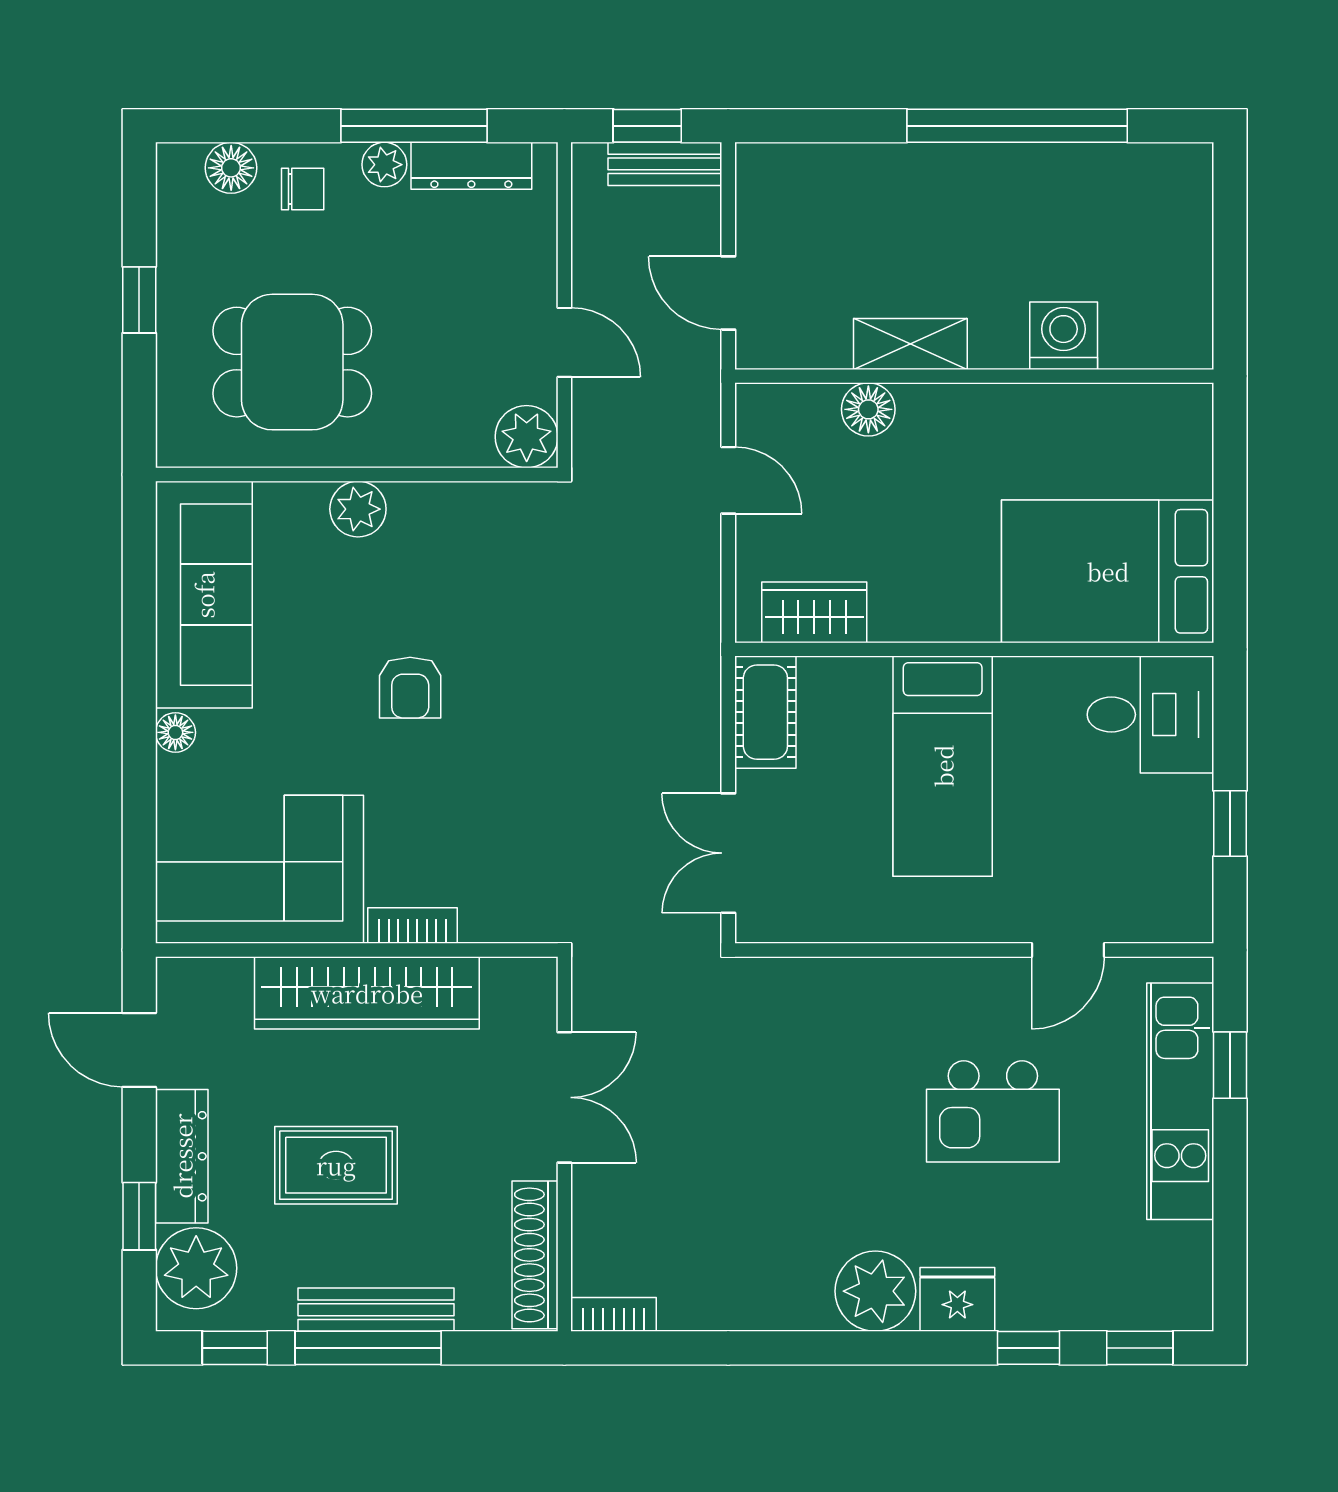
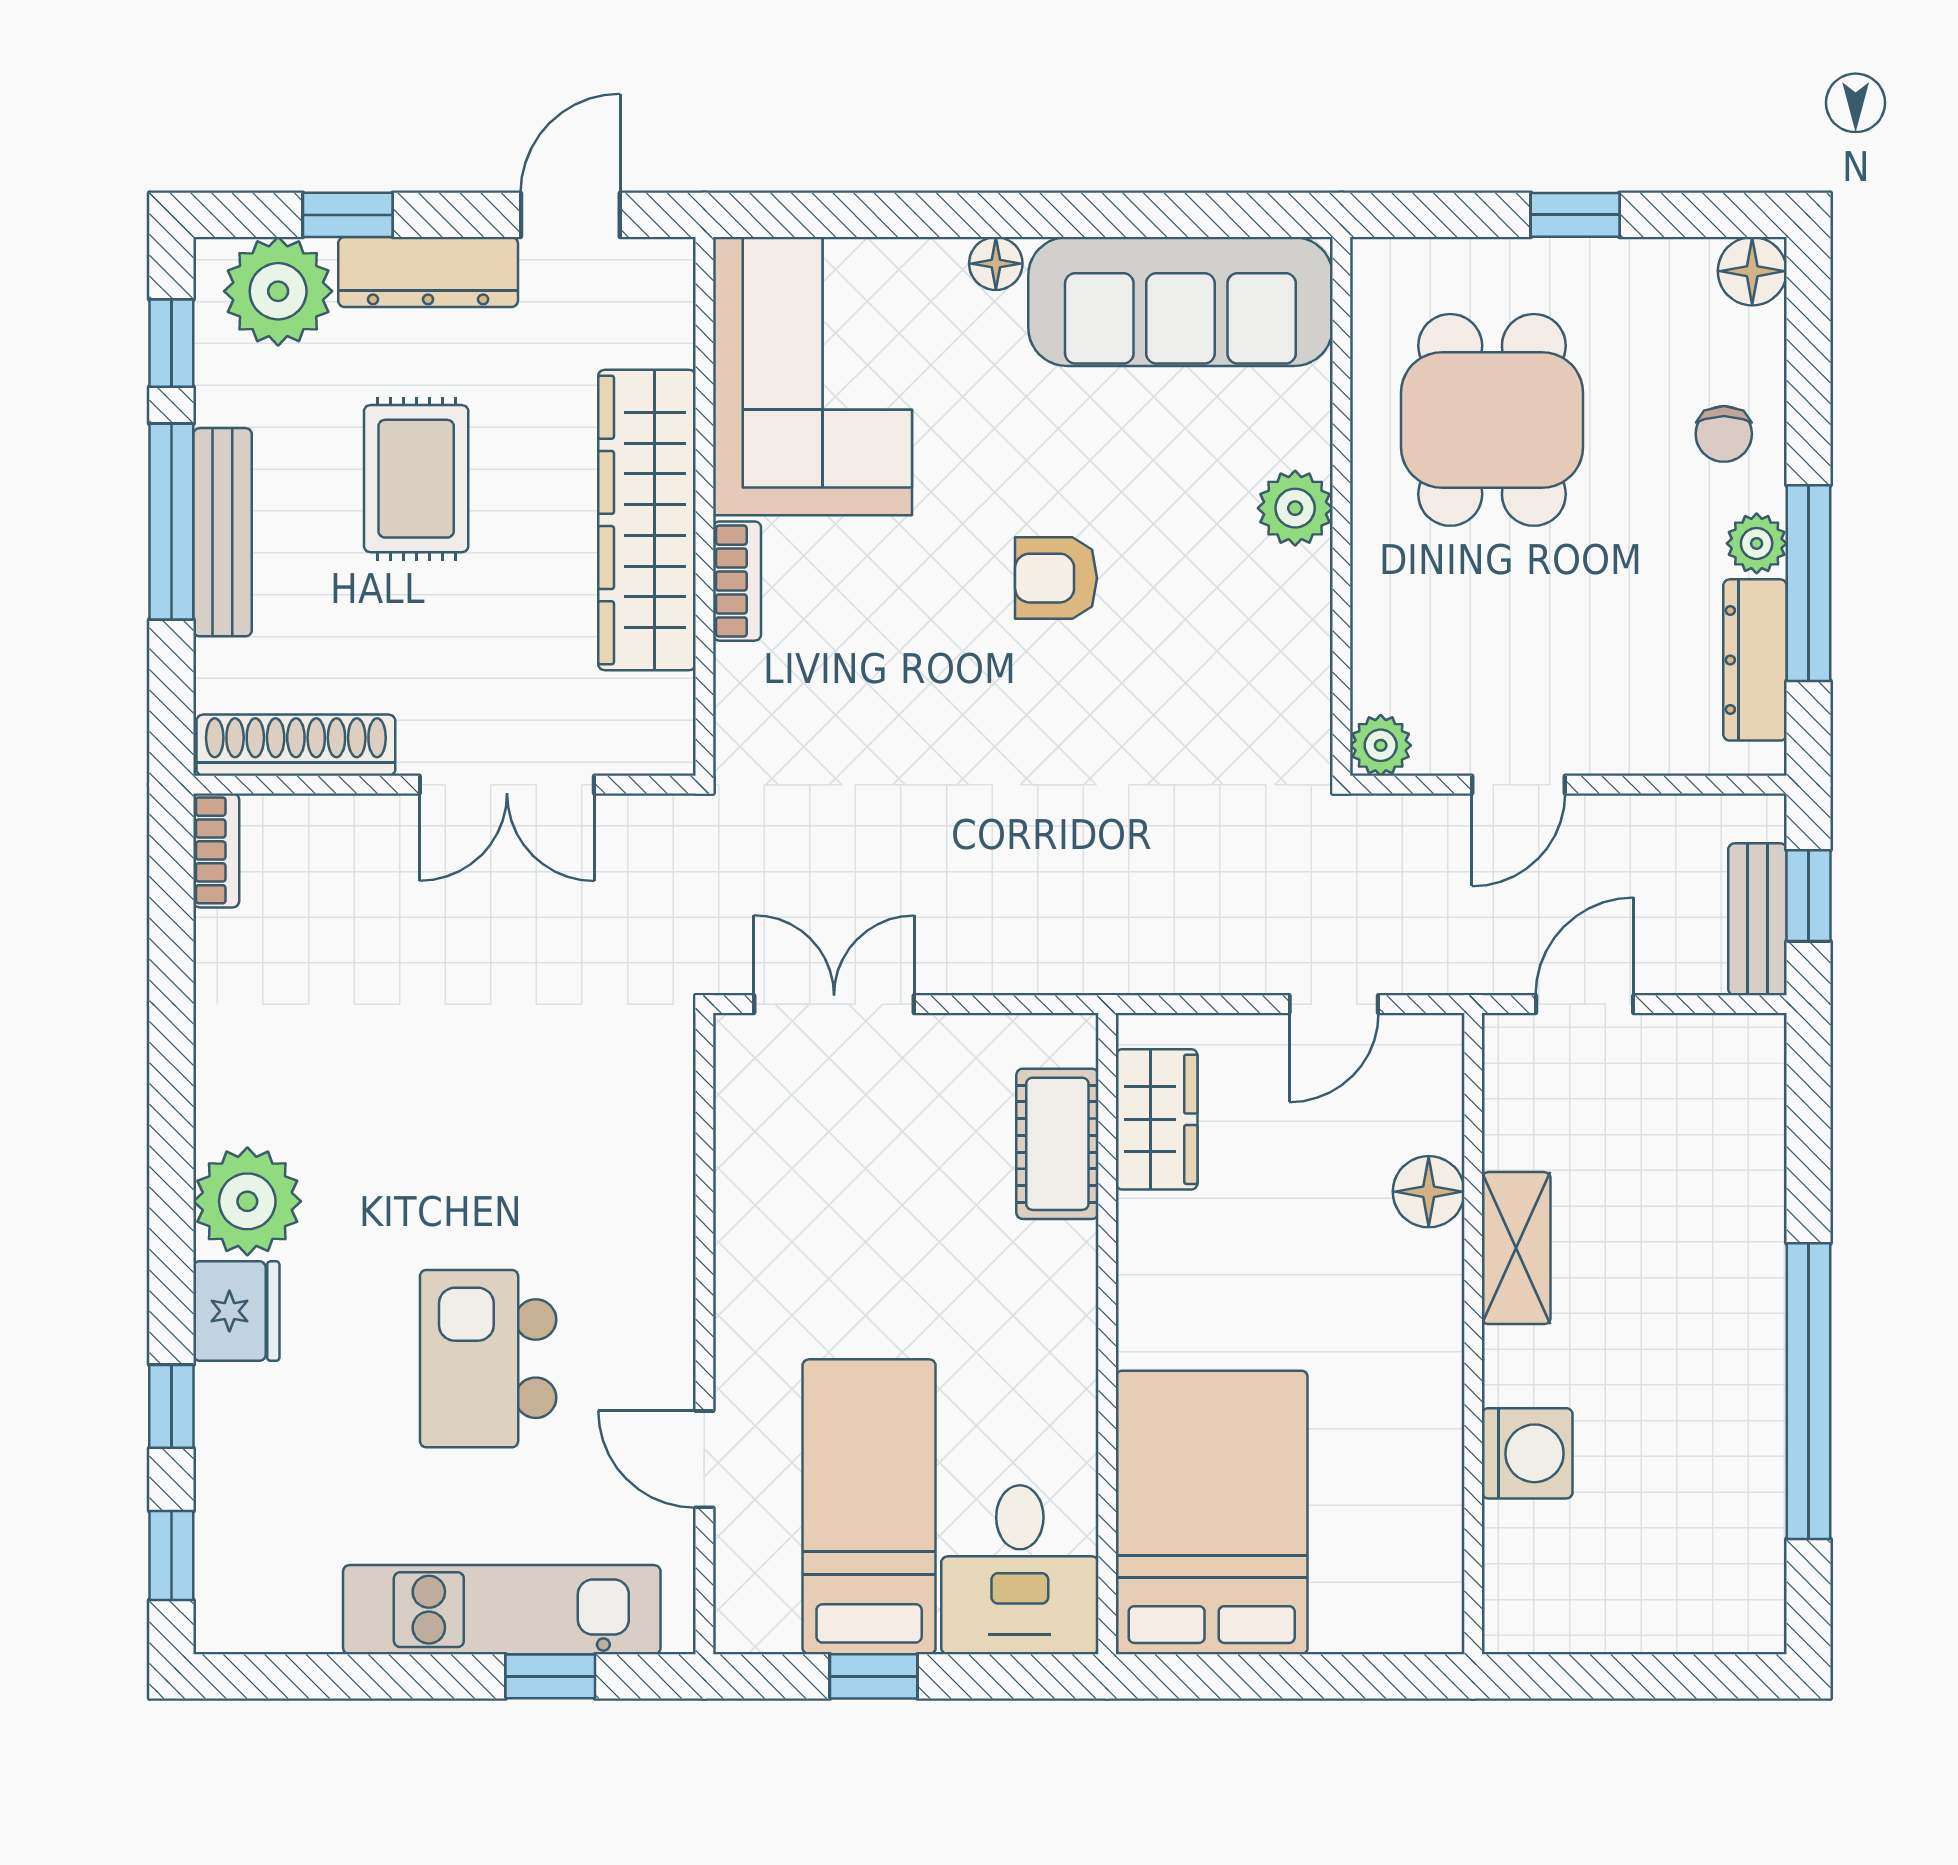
floor lamp: (231, 168) -> (1752, 271), moved
plant: (527, 437) -> (1381, 745), width x0.73, depth x0.73
cot: (765, 712) -> (1057, 1144), moved, turned 90
bed: (943, 766) -> (869, 1507), moved, turned 90

